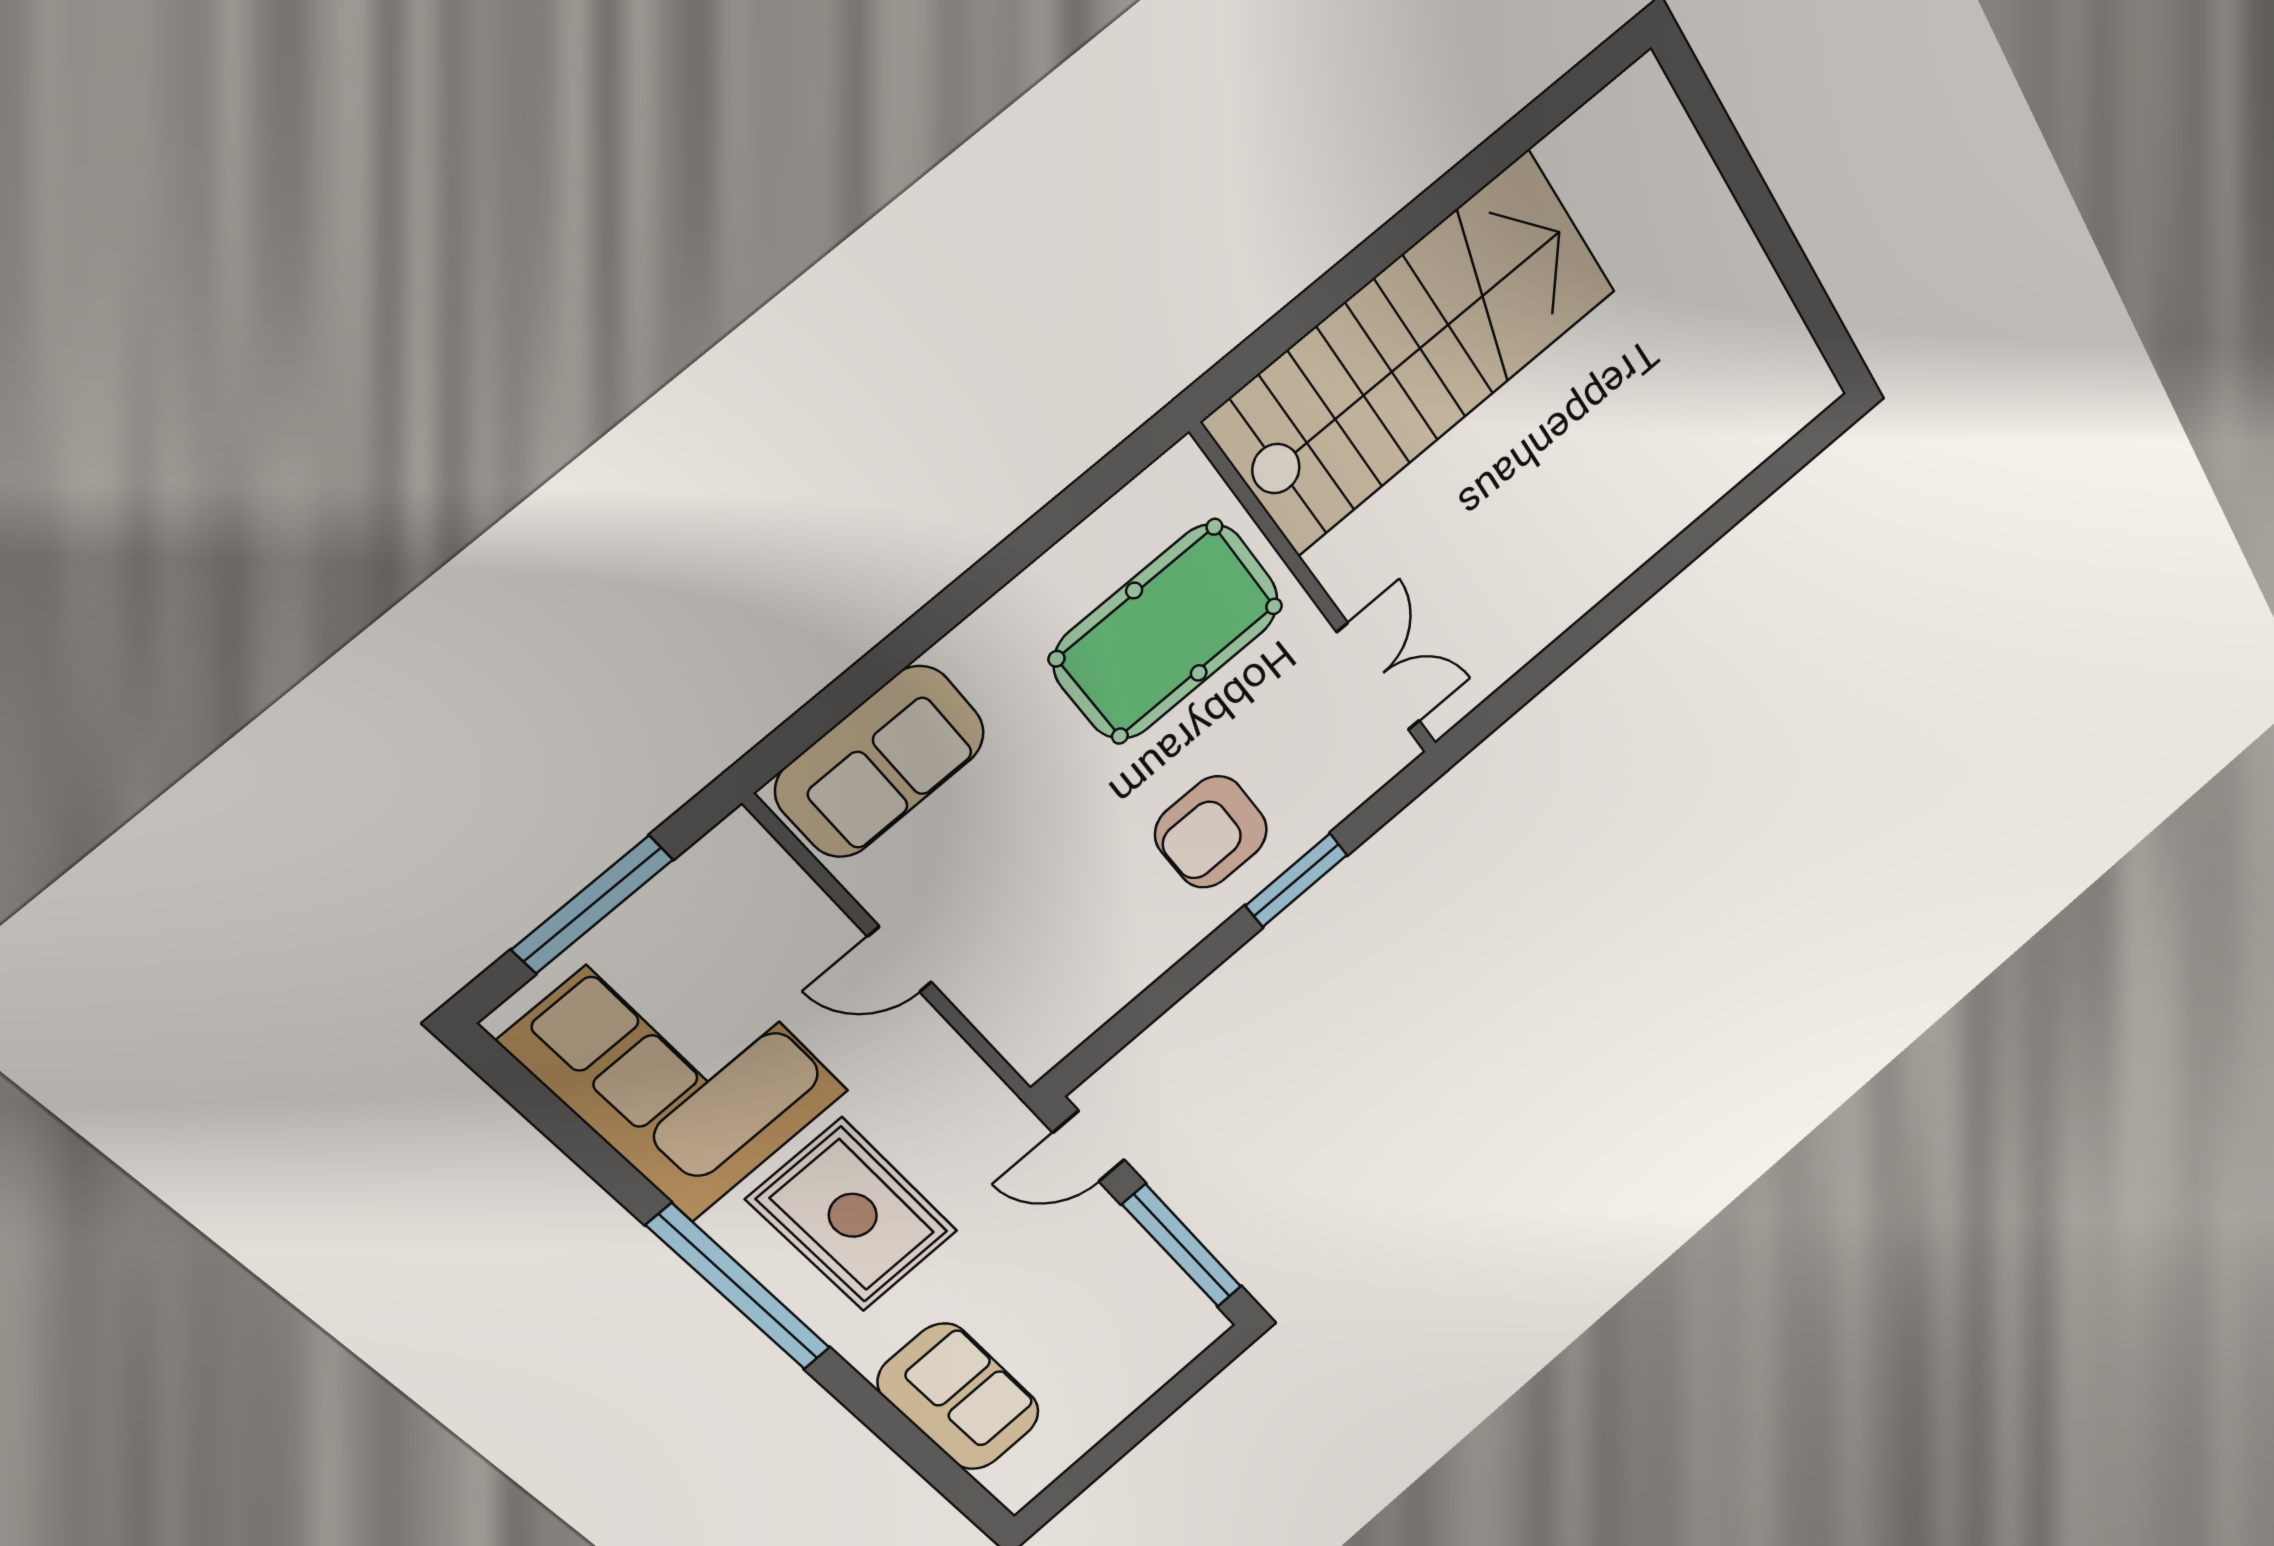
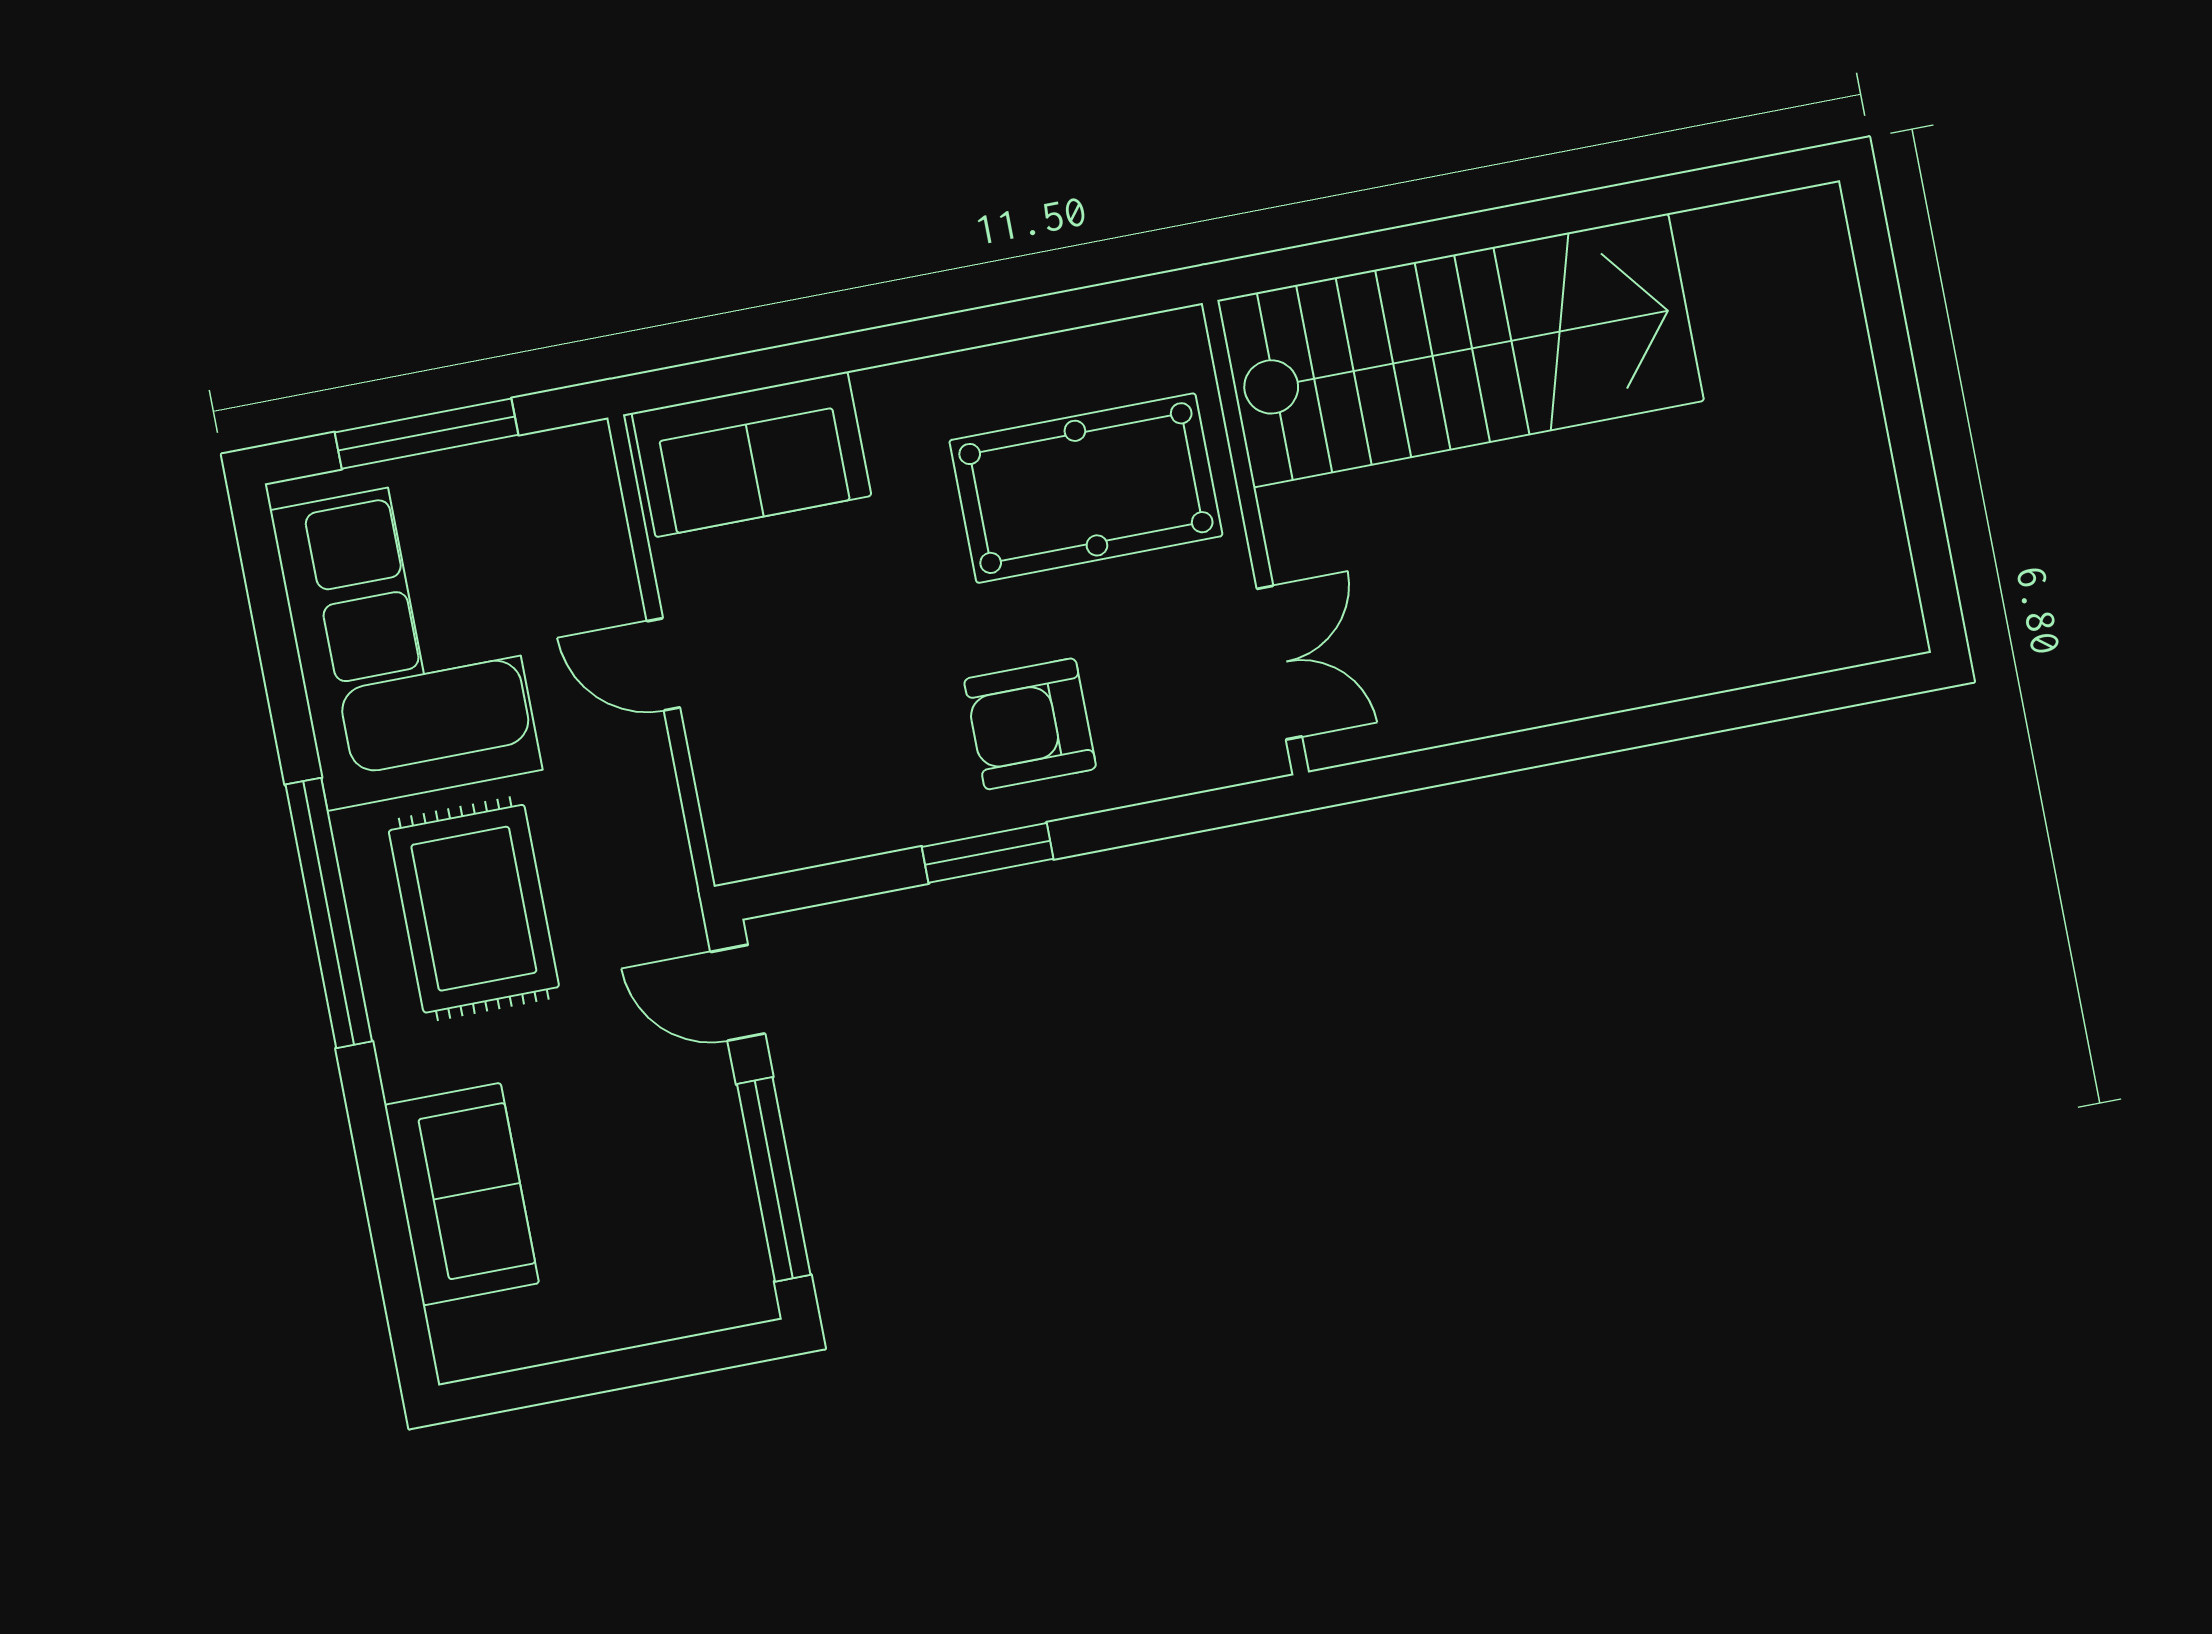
window: (1296, 880) -> (988, 853), moved

